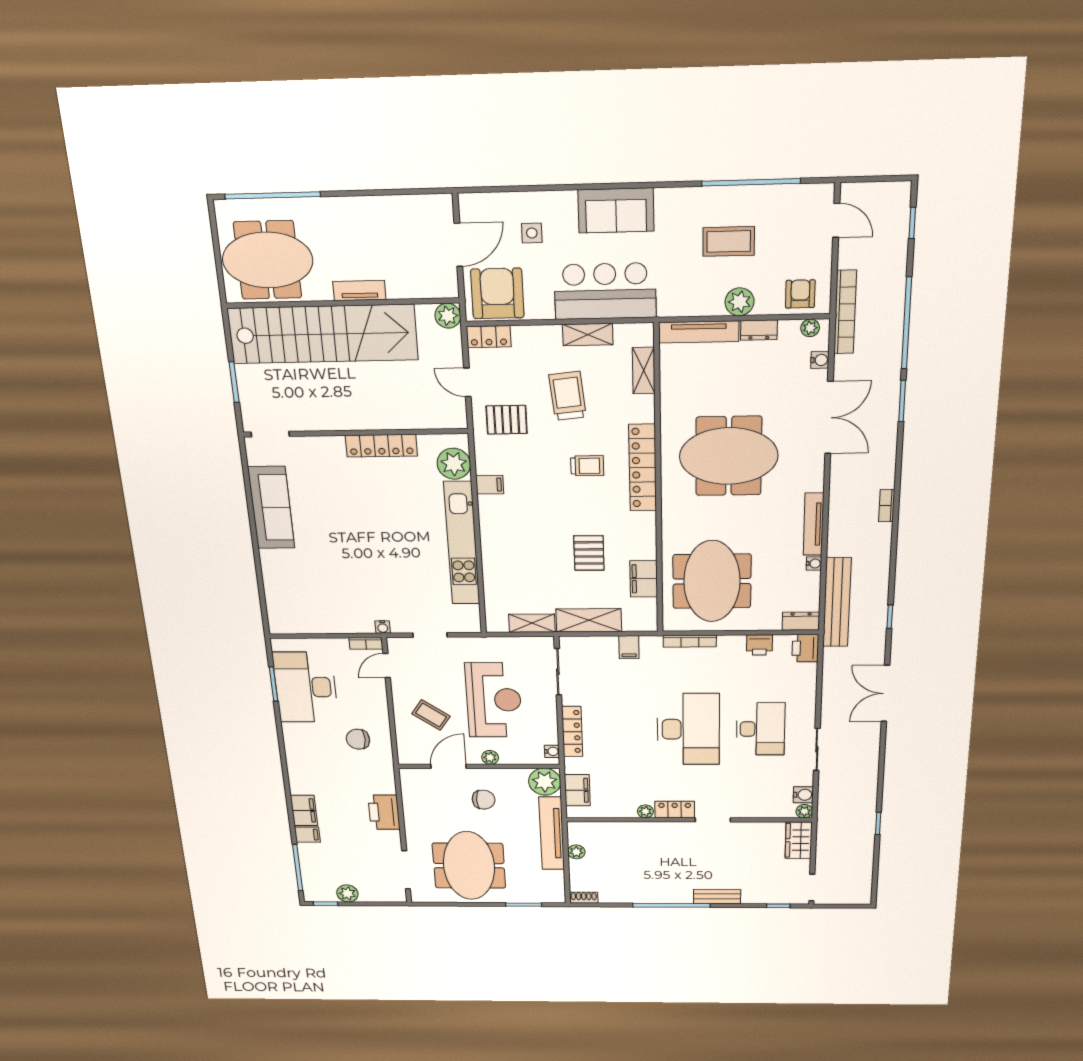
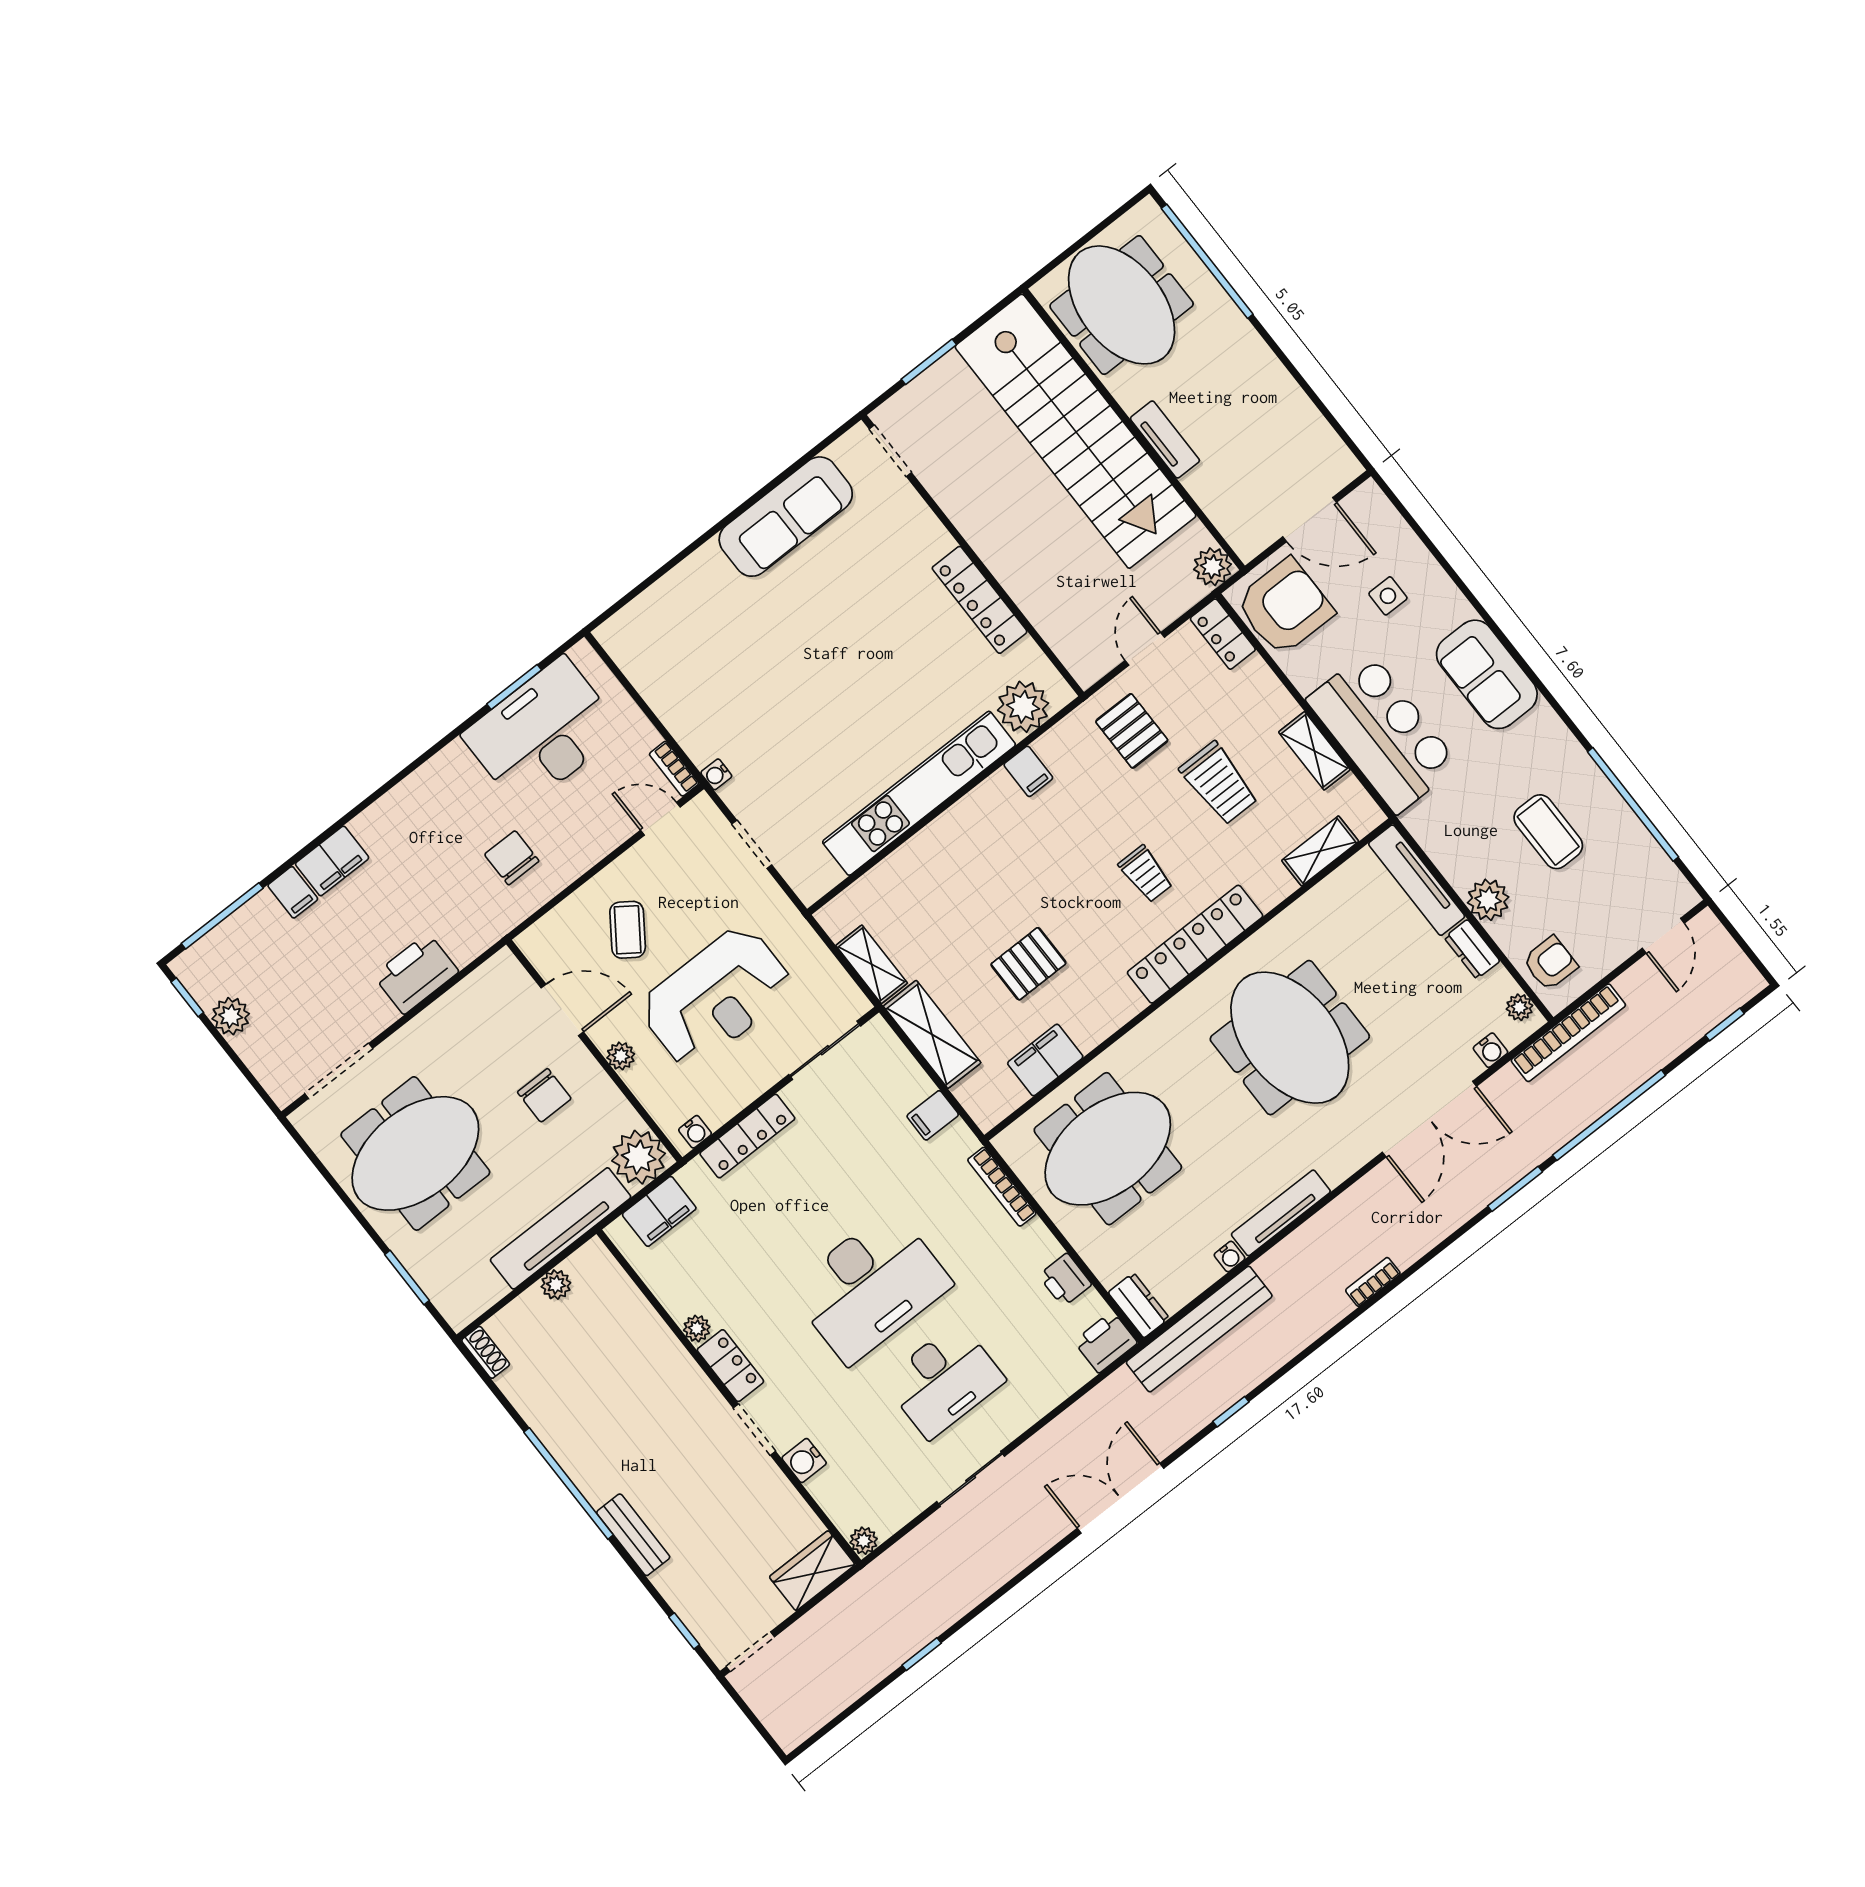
trolley: (568, 396) -> (1219, 783), turned 96
water cooler: (803, 795) -> (804, 1461), moved, turned 90

